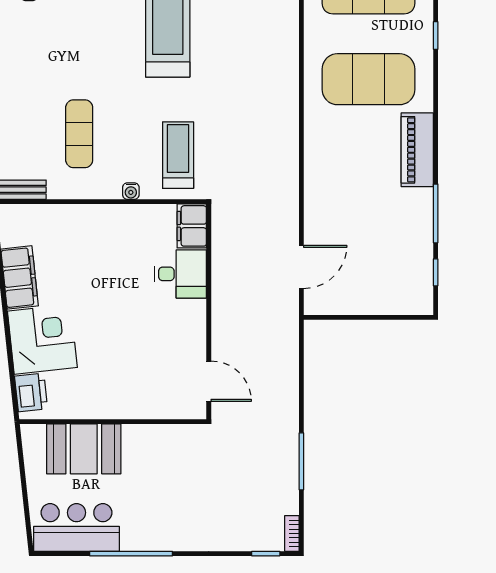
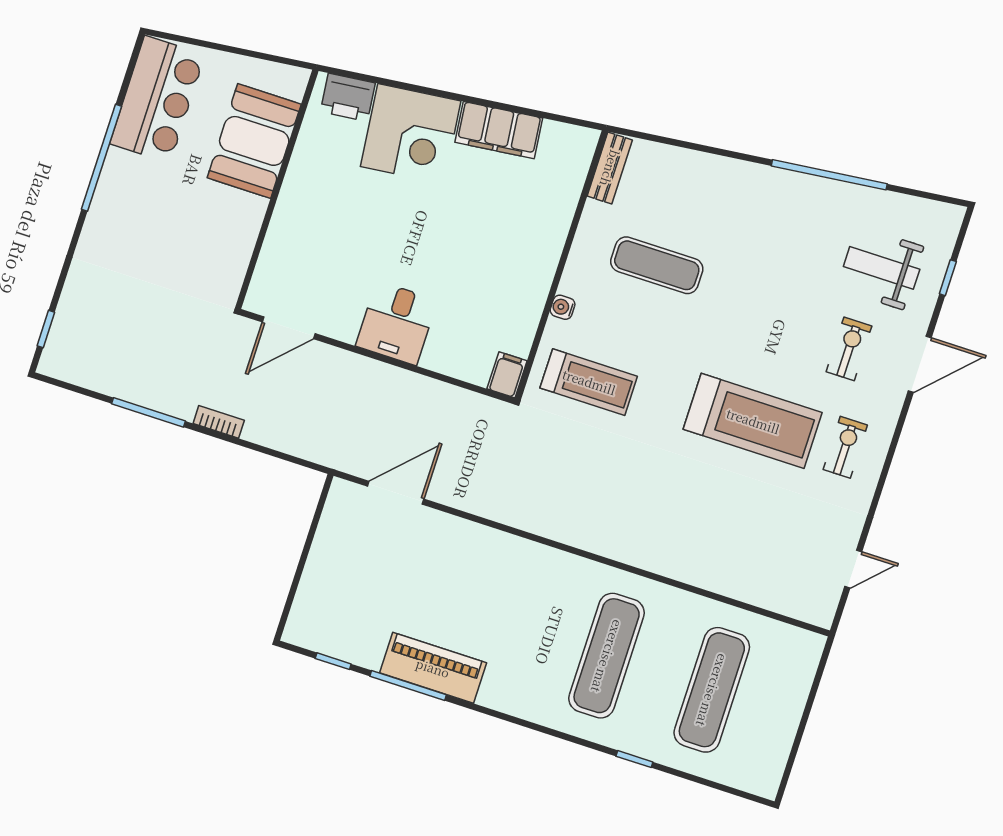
exercise mat: (368, 79) -> (607, 656), width x0.68
piano: (417, 150) -> (433, 668), moved
filing cabinet: (192, 226) -> (507, 375), width x0.50
door: (301, 267) -> (396, 493), swing flipped
desk: (180, 274) -> (397, 323), moved
bookcase: (292, 533) -> (219, 422), moved

